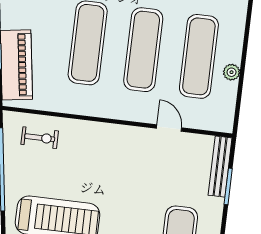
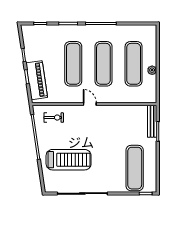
door: (169, 128) -> (90, 104), moved

